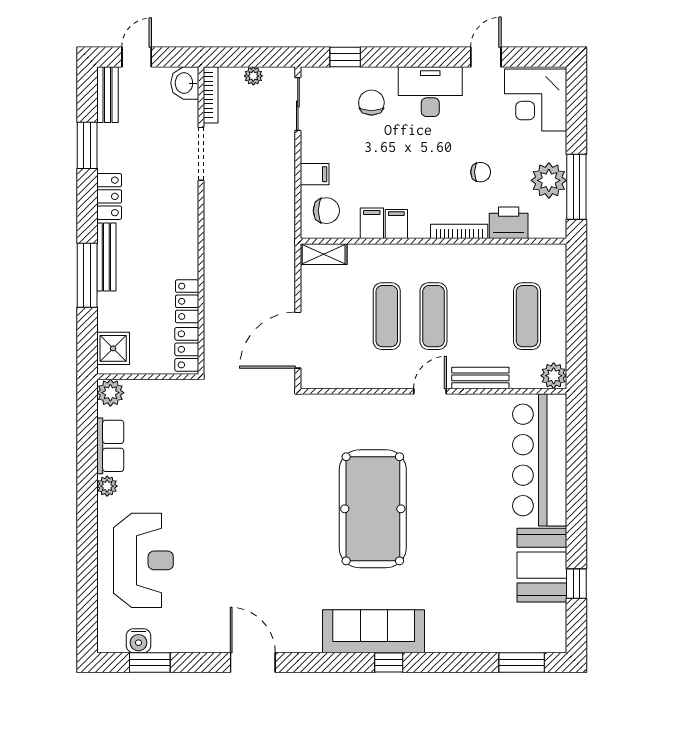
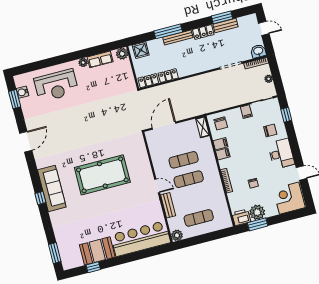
bench: (107, 95) -> (225, 26), moved
filing cabinet: (315, 174) -> (246, 112), moved
window: (576, 187) -> (258, 224), width x0.69
printer: (509, 223) -> (241, 217), moved, turned -90
door: (298, 340) -> (164, 126), hinge flipped

